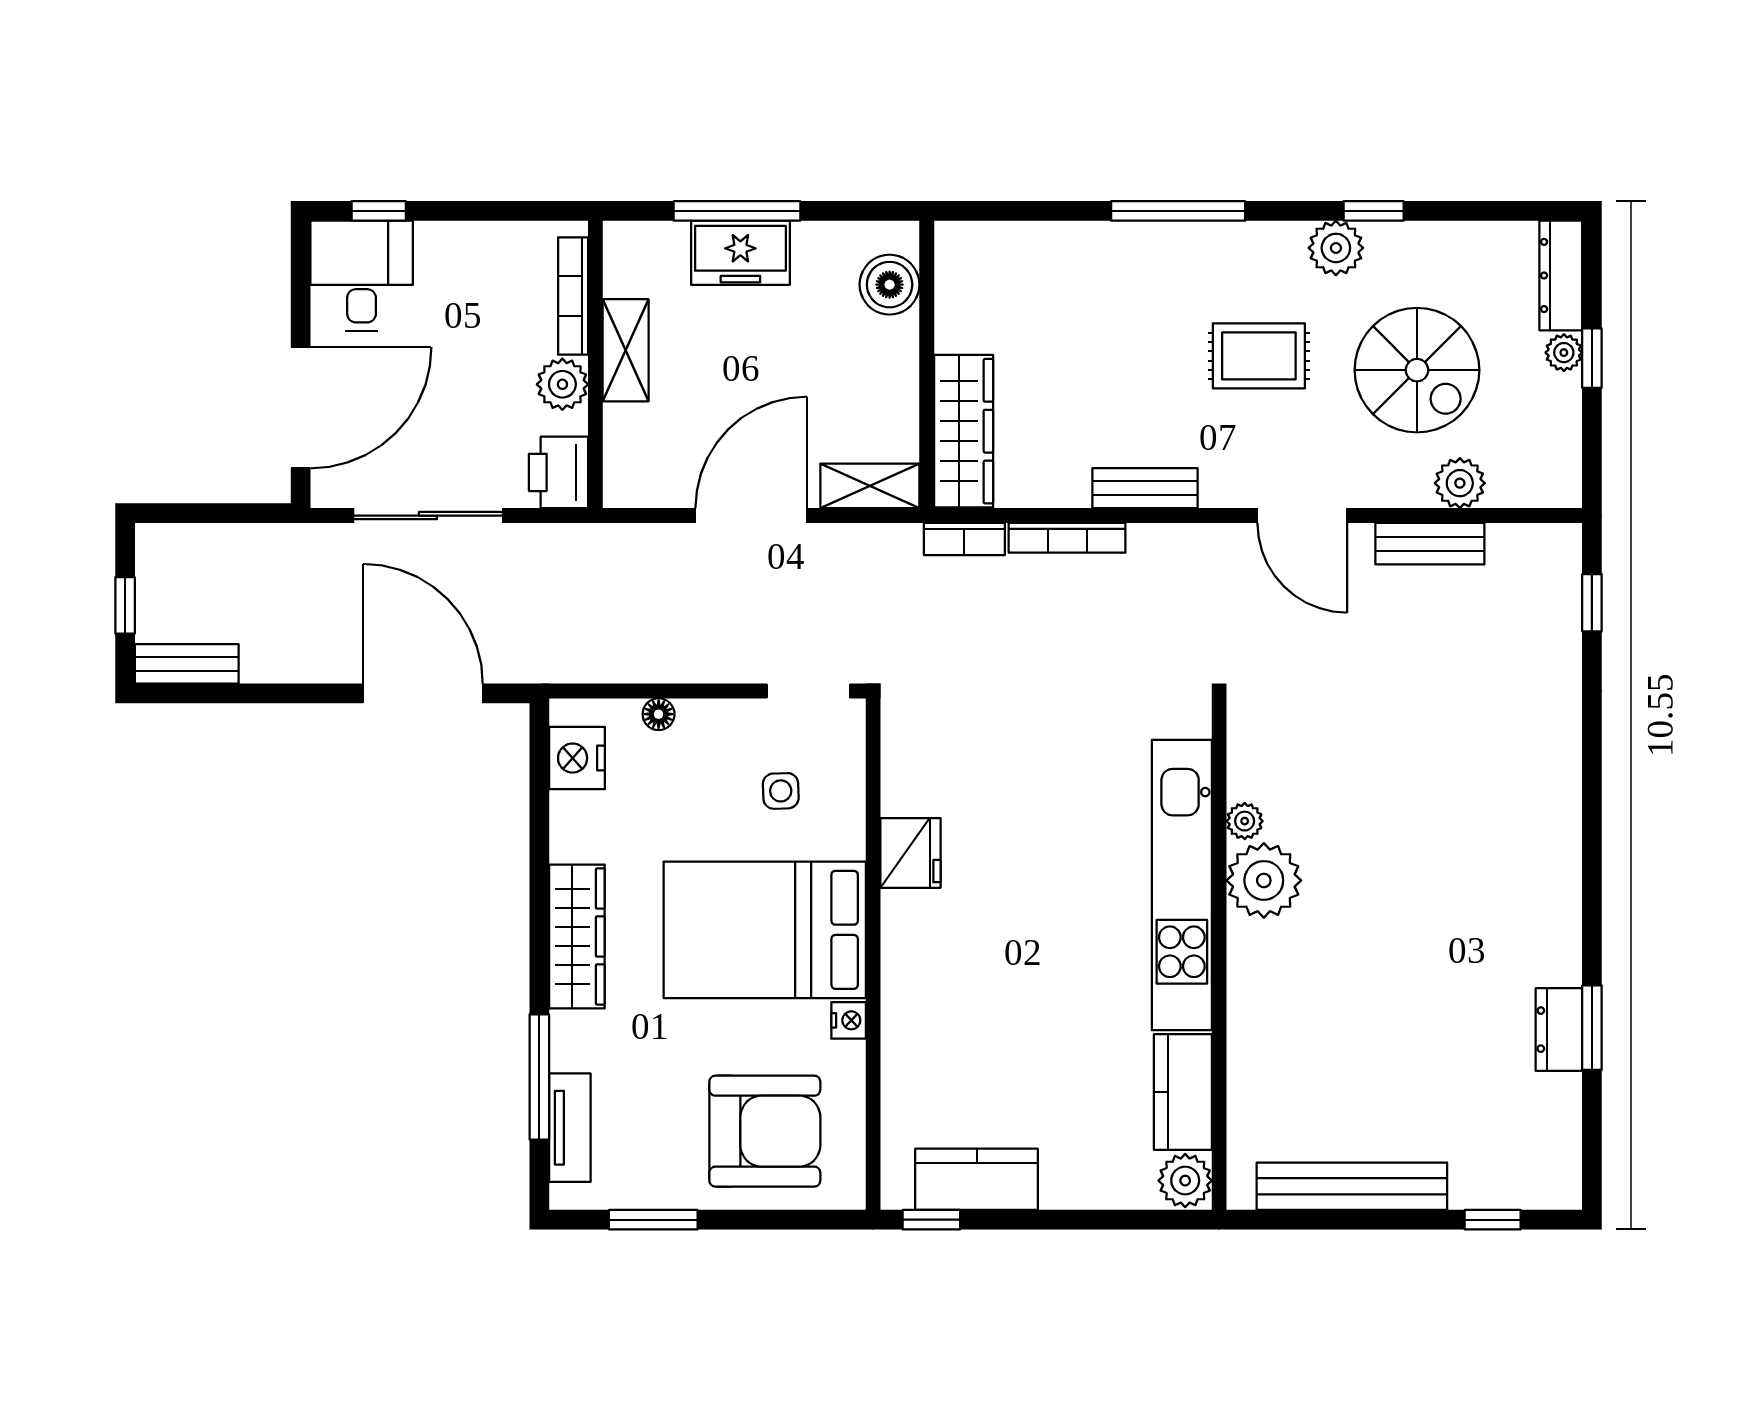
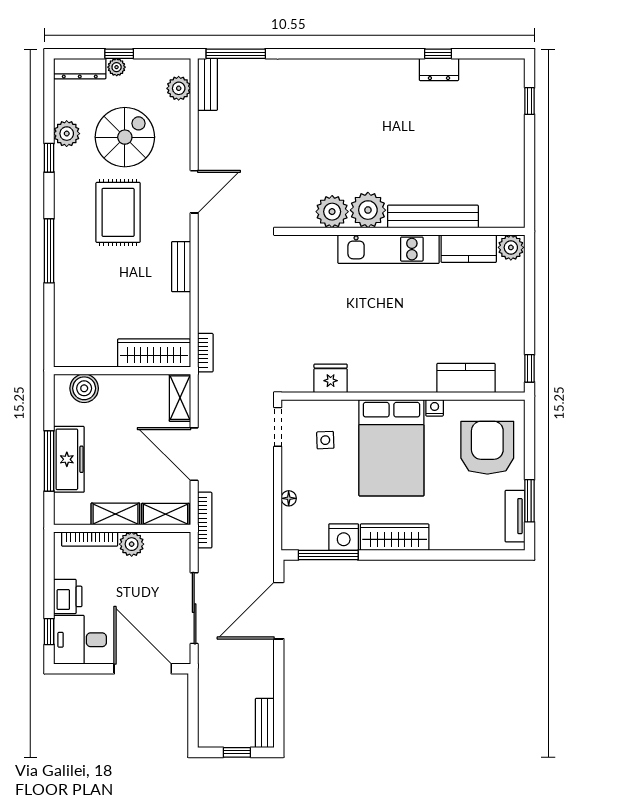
plant: (1336, 248) -> (67, 134), moved
freezer: (740, 253) -> (69, 459), width x1.40
rug: (1259, 356) -> (118, 212), width x1.36, depth x1.43
shelving: (625, 455) -> (166, 514), added
printer: (558, 472) -> (68, 596), moved, turned -90
plant: (1460, 483) -> (179, 88), moved
bookcase: (1067, 538) -> (205, 520), moved
bench: (1430, 544) -> (208, 84), moved
window: (1592, 603) -> (236, 54), width x2.17
nightstand: (577, 758) -> (344, 537), moved
plant: (1245, 821) -> (332, 212), width x1.88, depth x1.88
fridge: (910, 853) -> (331, 378), moved
kitchen unit: (1182, 885) -> (389, 249), width x0.73
window: (1592, 1028) -> (438, 54), width x0.67
window: (539, 1077) -> (328, 555), moved
tv unit: (570, 1128) -> (515, 516), moved, turned -90
kitchen counter: (977, 1179) -> (466, 378), moved, turned 90
bench: (1352, 1186) -> (433, 217), moved, turned 90

